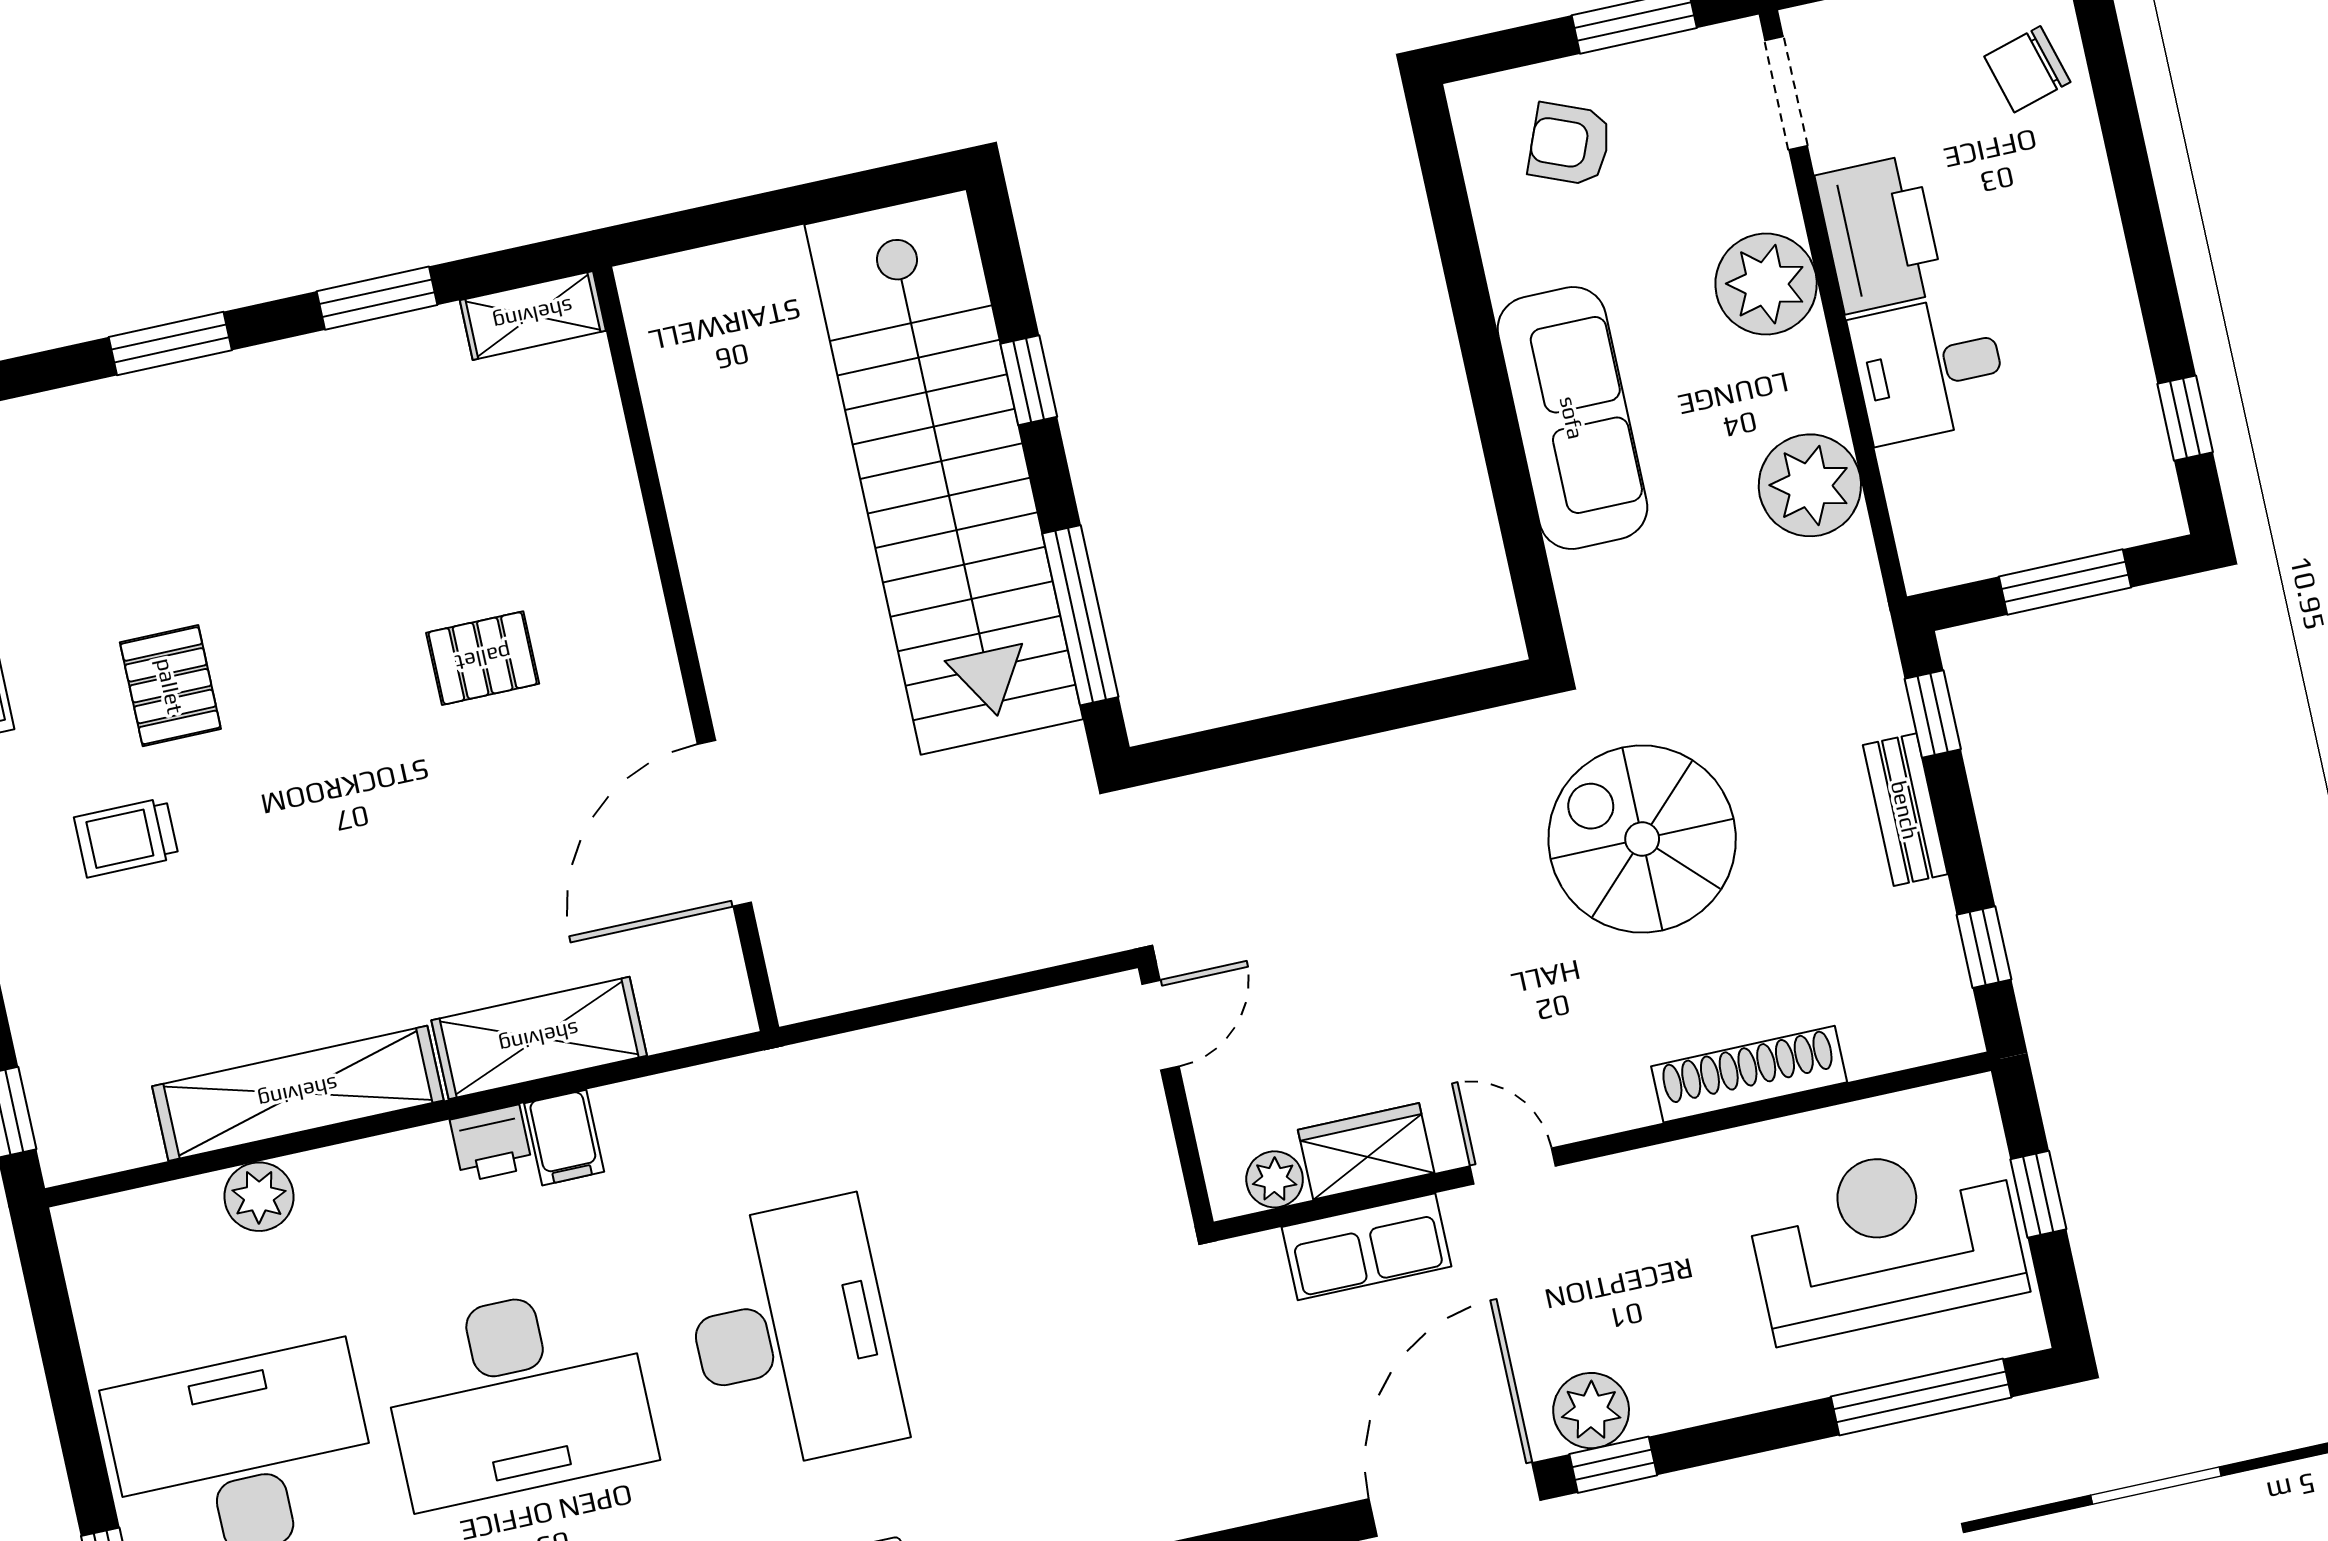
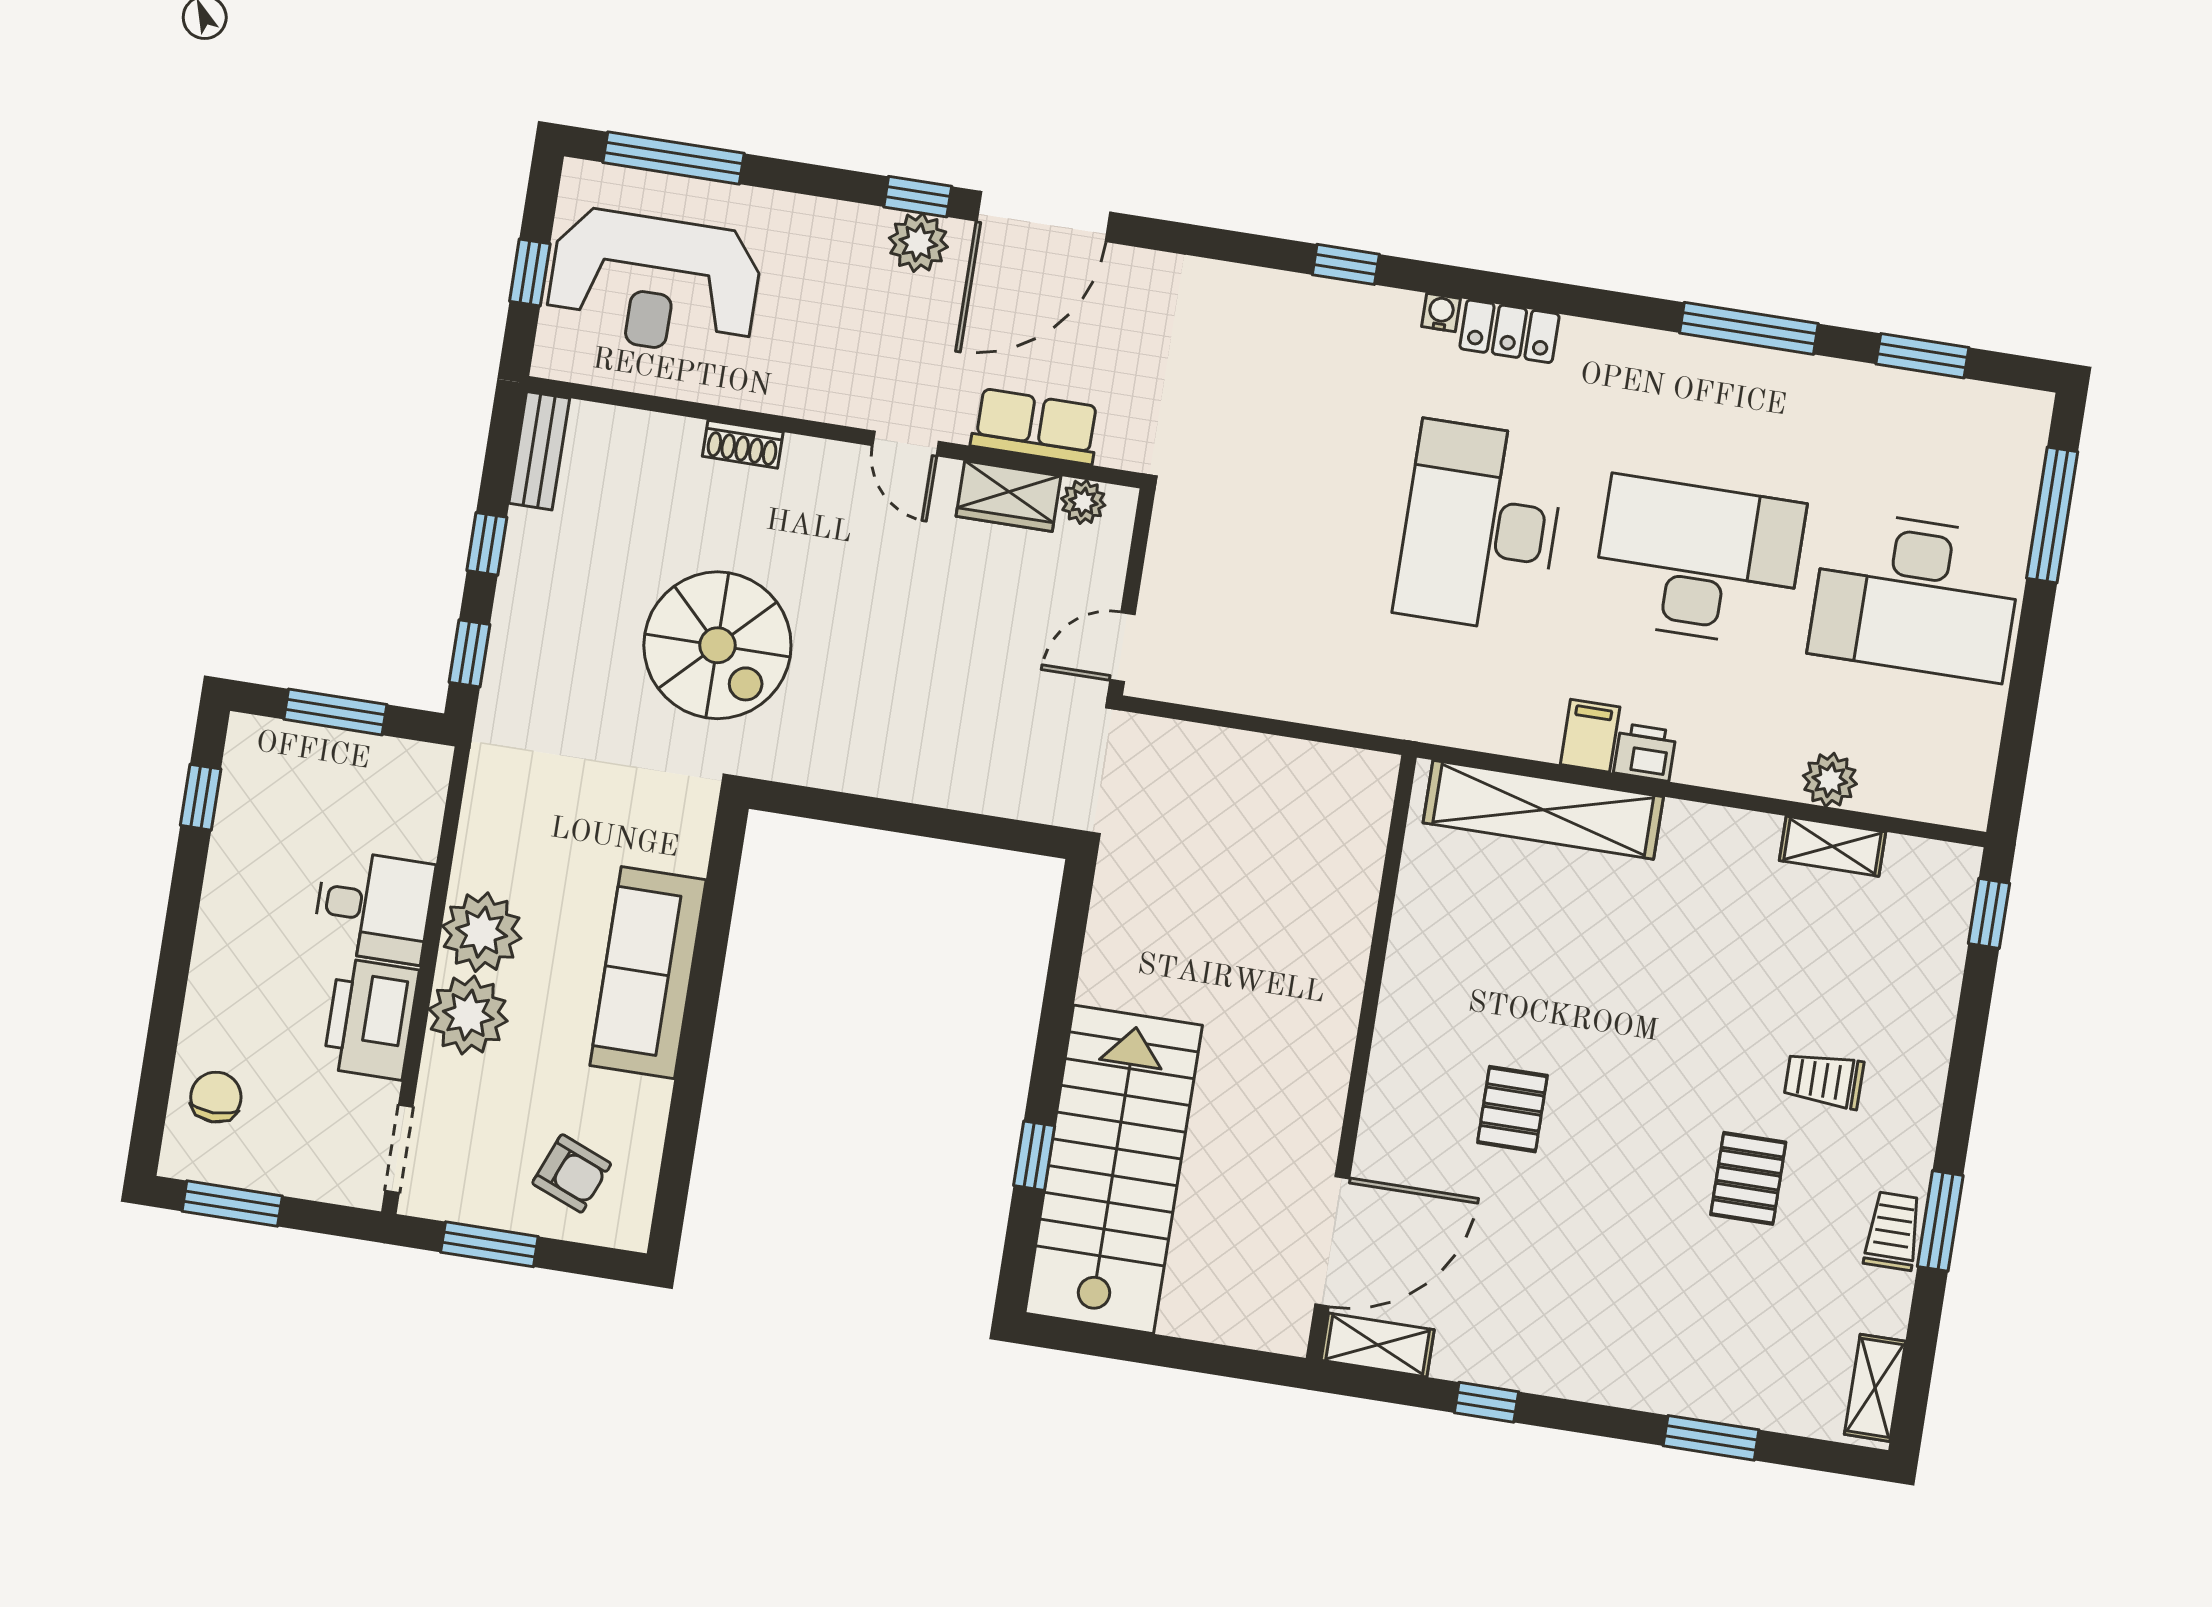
chair: (2027, 69) -> (216, 1097), turned -74
window: (377, 298) -> (1486, 1402), width x0.67
window: (170, 344) -> (1711, 1438), moved
stairs: (944, 472) -> (1114, 1169), width x0.73
plant: (1810, 485) -> (482, 932), moved
window: (1080, 615) -> (1064, 969), removed
pallet: (483, 658) -> (1512, 1109), turned 90
bench: (1905, 810) -> (539, 451), moved
door: (724, 823) -> (1332, 1241), moved
trolley: (126, 837) -> (1824, 1080), turned 180
window: (1984, 947) -> (487, 544), moved
shelving: (539, 1038) -> (1543, 810), width x1.47
shoe rack: (1749, 1074) -> (743, 444), width x0.51, depth x0.81
shelving: (298, 1093) -> (1833, 846), width x0.45, depth x0.75

